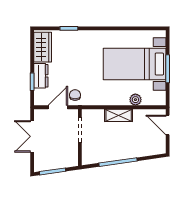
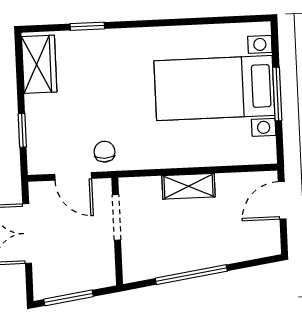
dresser: (41, 76) -> (38, 118), removed
plant: (135, 100) -> (219, 155), removed
door: (58, 107) -> (73, 176), swing flipped
door: (168, 125) -> (282, 200), hinge flipped

